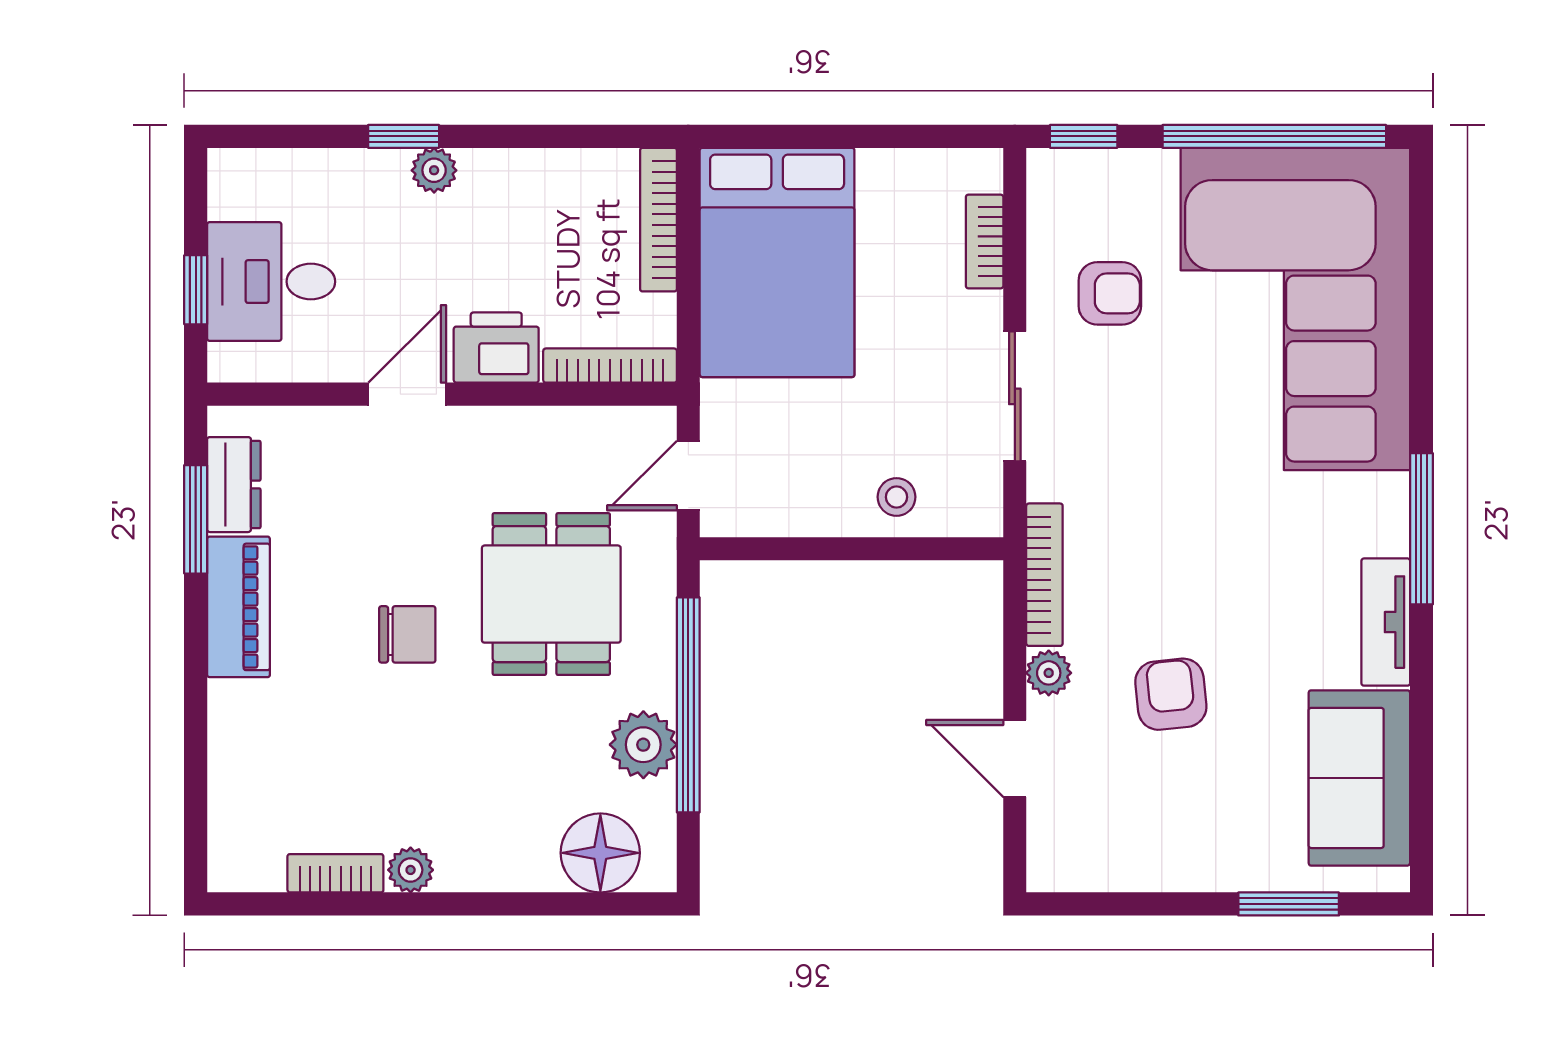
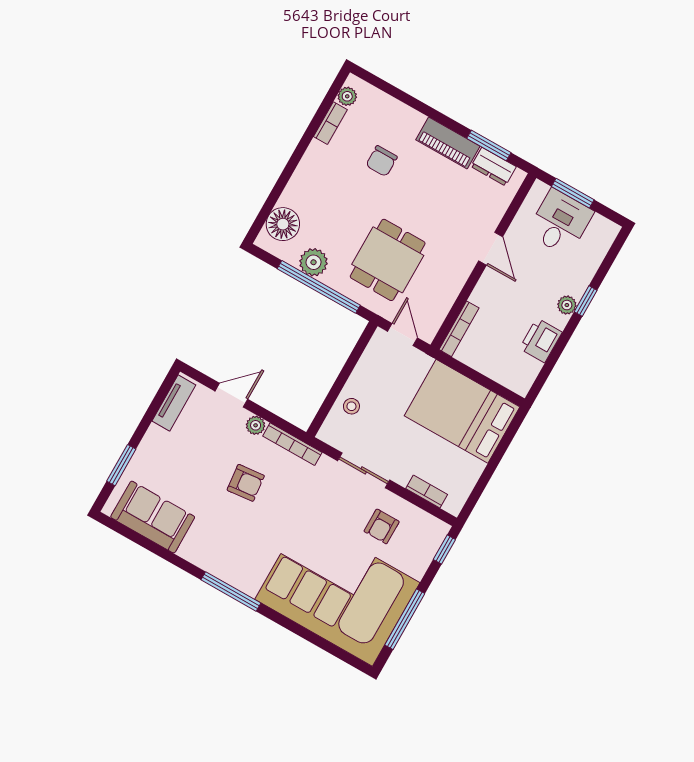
window: (1274, 136) -> (405, 619), width x0.68
bookcase: (658, 220) -> (502, 377), removed
window: (196, 290) -> (573, 193), width x1.50
printer: (496, 348) -> (541, 340), moved, turned 180
dining table: (551, 594) -> (388, 260), turned 90
tv unit: (1386, 622) -> (174, 403), moved, turned 90
chair: (407, 634) -> (382, 161), moved
armchair: (1171, 694) -> (246, 483), moved
plant: (411, 870) -> (347, 96), moved

